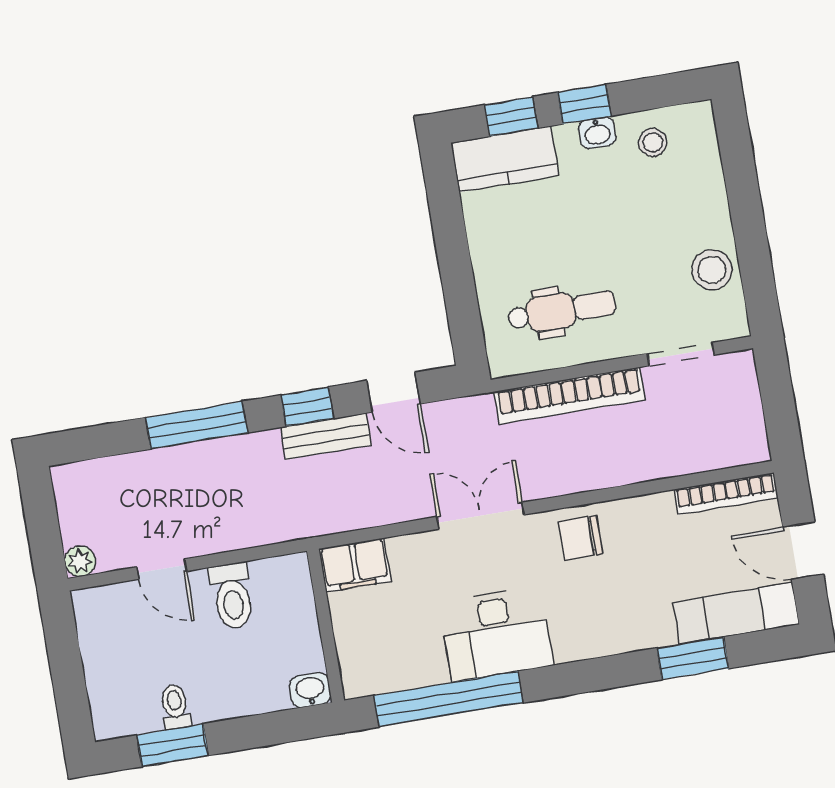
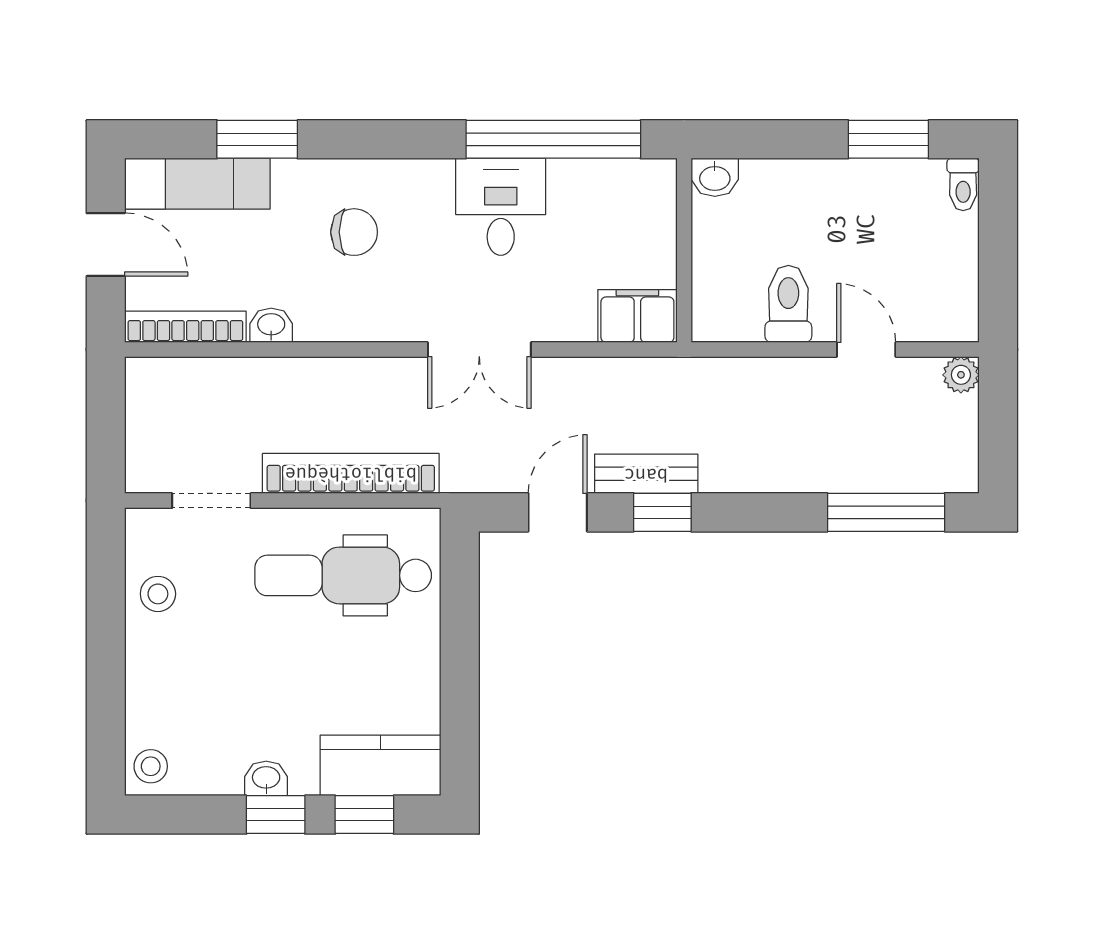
stool: (653, 142) -> (151, 766), moved
stool: (712, 270) -> (158, 594), width x0.73, depth x0.73
dental chair: (562, 311) -> (343, 575), width x1.36, depth x1.38
door: (394, 392) -> (558, 512), hinge flipped
window: (196, 425) -> (886, 512), moved
washbasin: (656, 507) -> (271, 325), added
chair: (581, 538) -> (354, 232), moved
desk: (496, 634) -> (501, 207), width x0.73
toilet: (175, 707) -> (963, 184), moved

